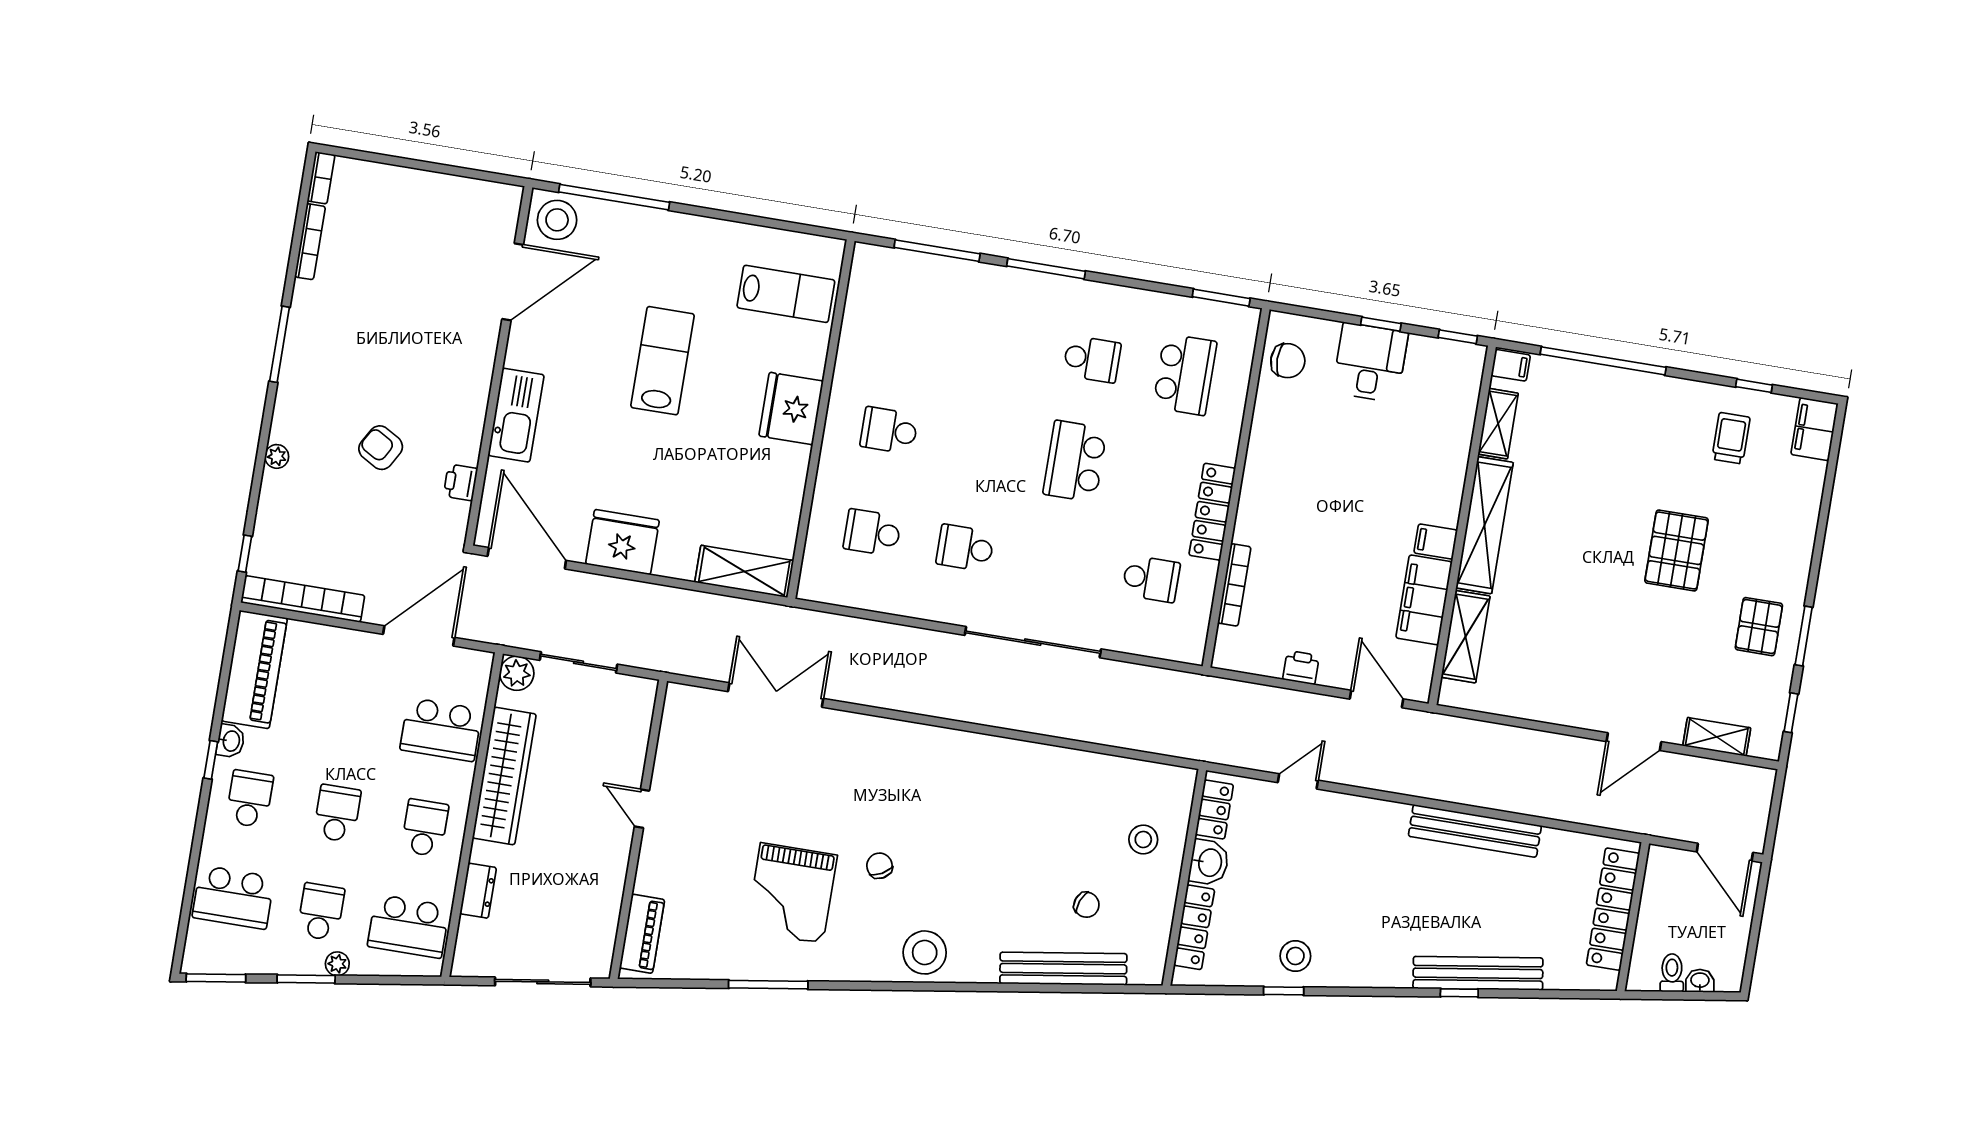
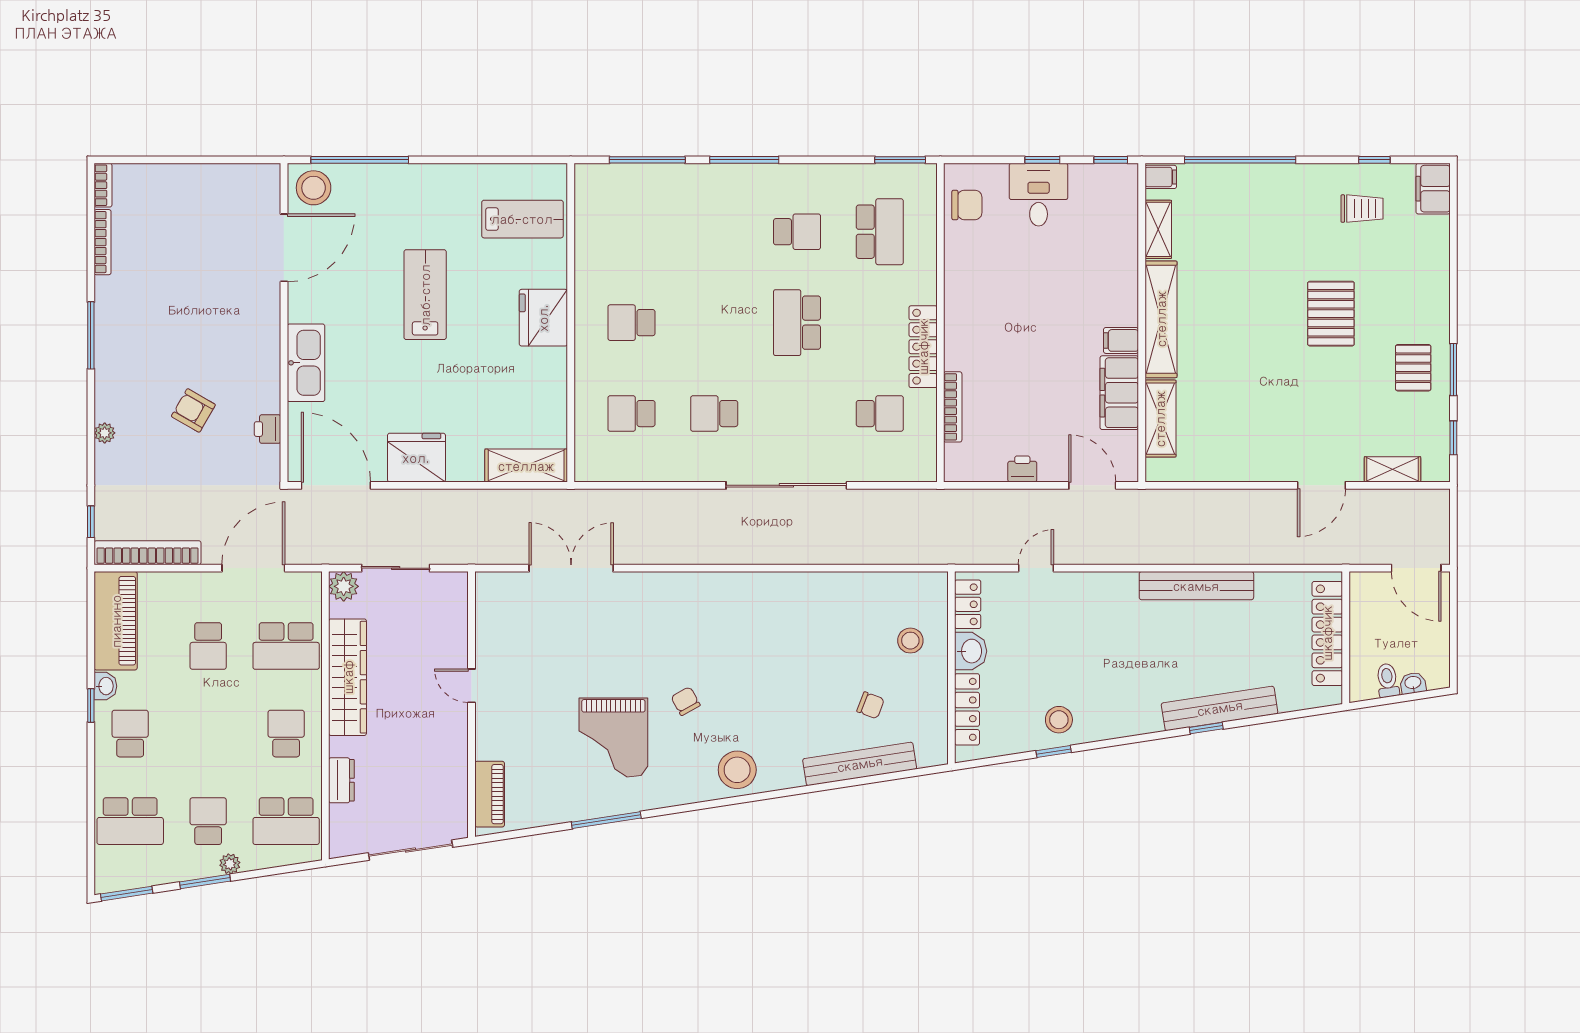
trolley: (1731, 438) -> (1362, 209), turned 90
school desk: (337, 813) -> (208, 646), moved, turned 180

